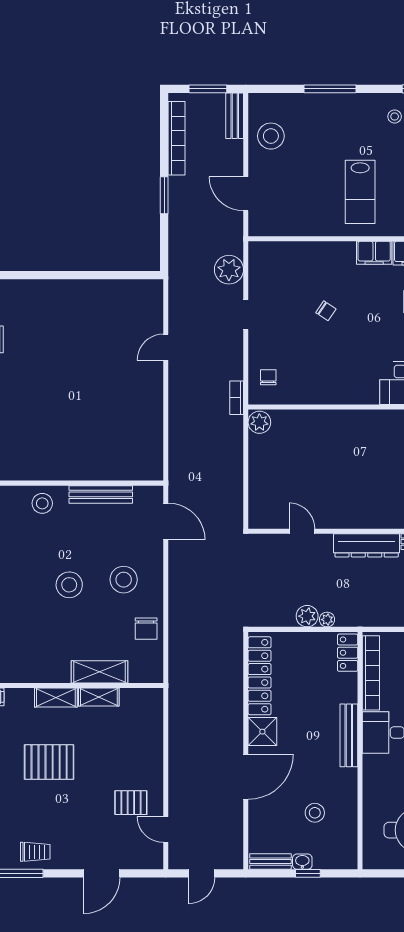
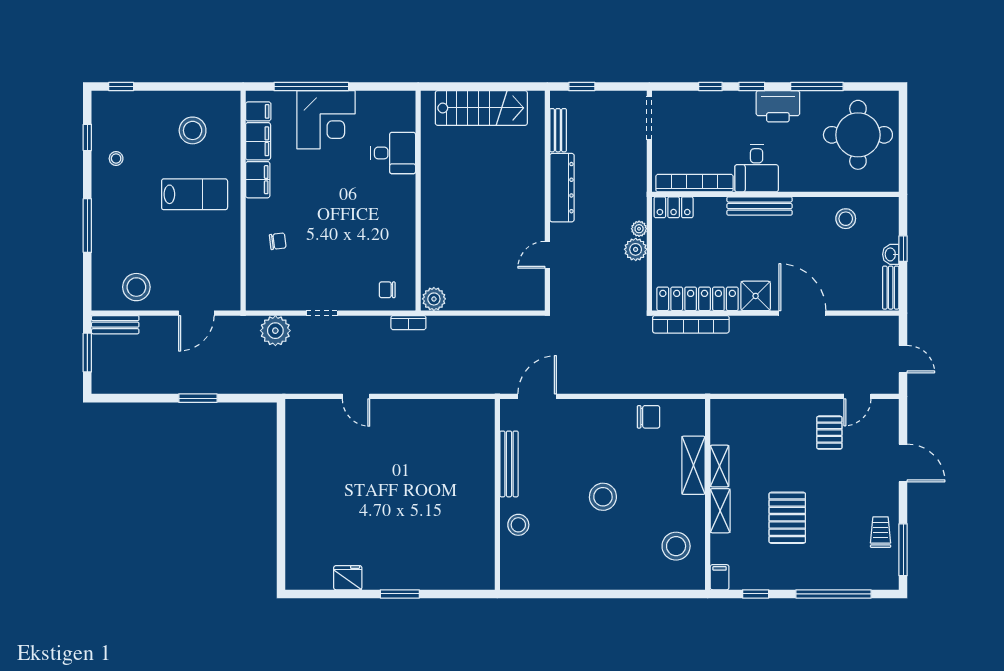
bookcase: (176, 138) -> (691, 324), moved, turned 180
chair: (326, 311) -> (278, 241), moved, turned 49
stool: (124, 580) -> (676, 546), moved
stool: (315, 813) -> (846, 219), moved

